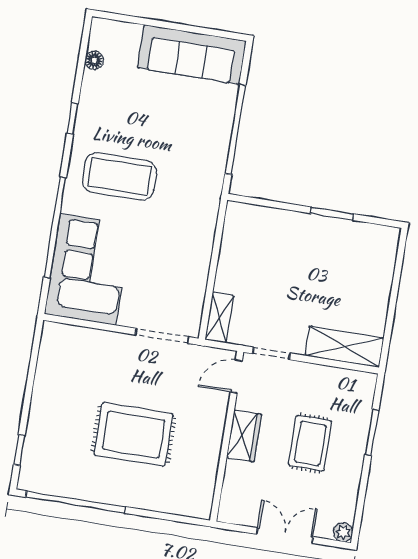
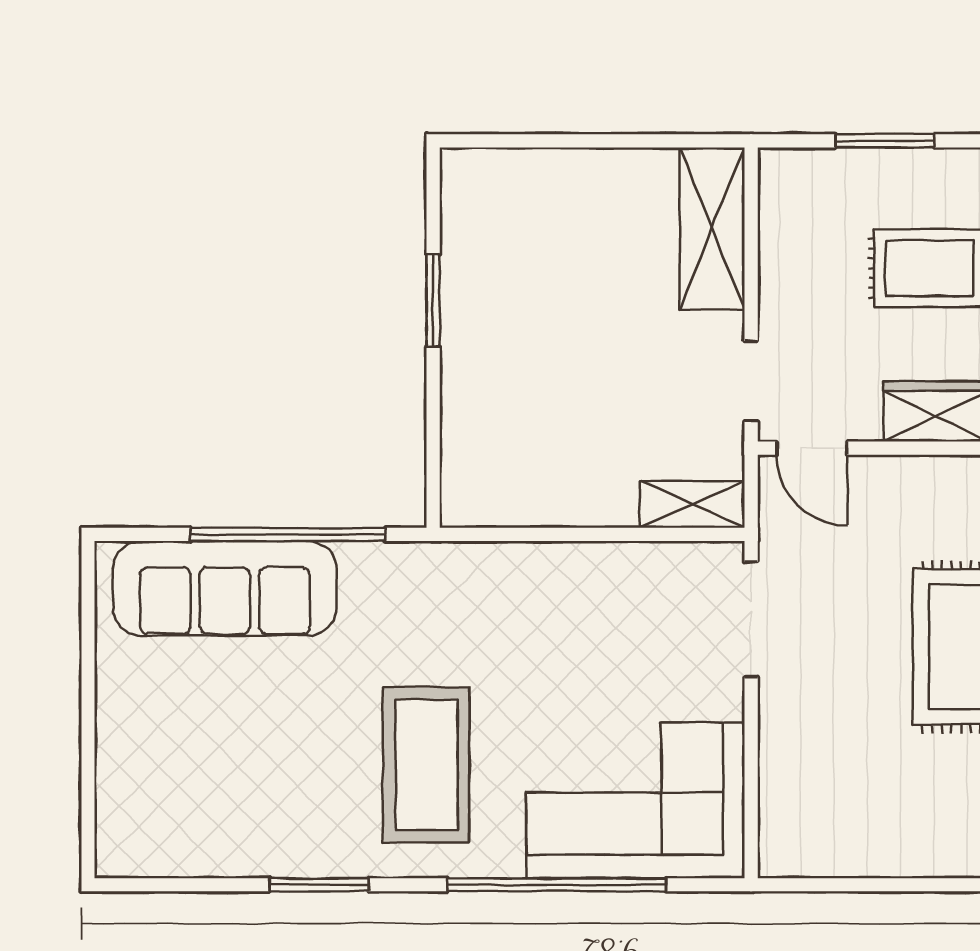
sofa: (192, 54) -> (225, 588), moved, turned 90
floor lamp: (94, 60) -> (188, 858), removed
window: (72, 118) -> (319, 885), width x1.50

